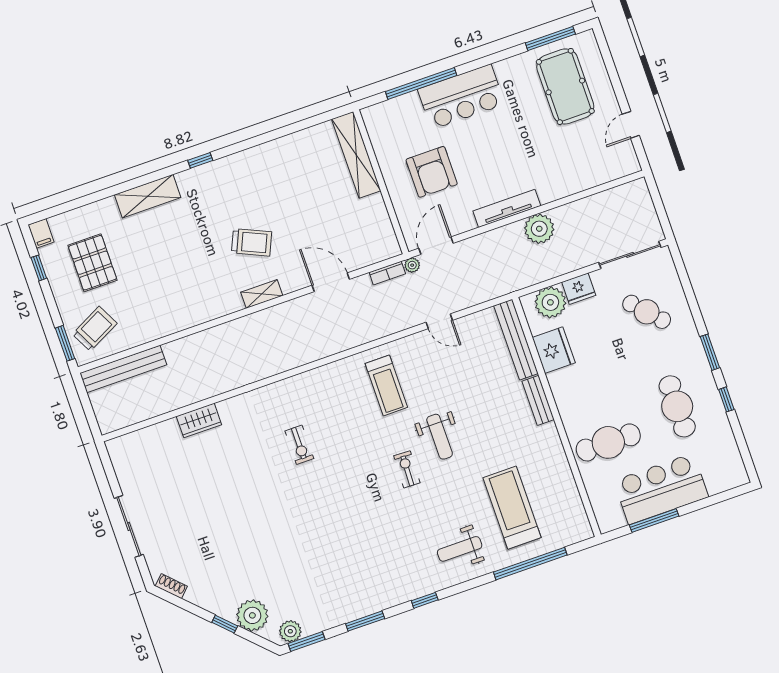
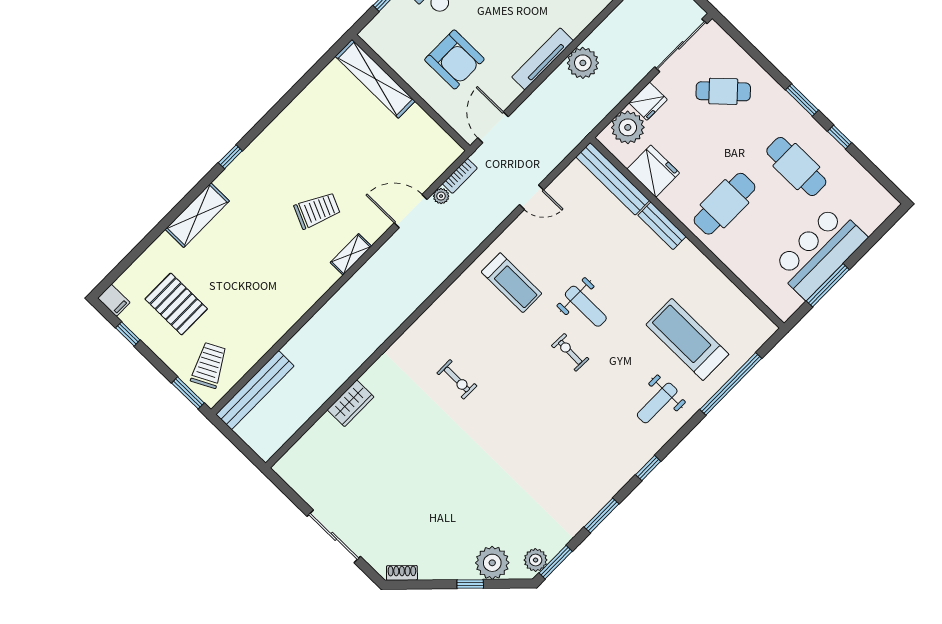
plant: (412, 265) -> (441, 196), moved
cafe table: (608, 442) -> (725, 204), moved

